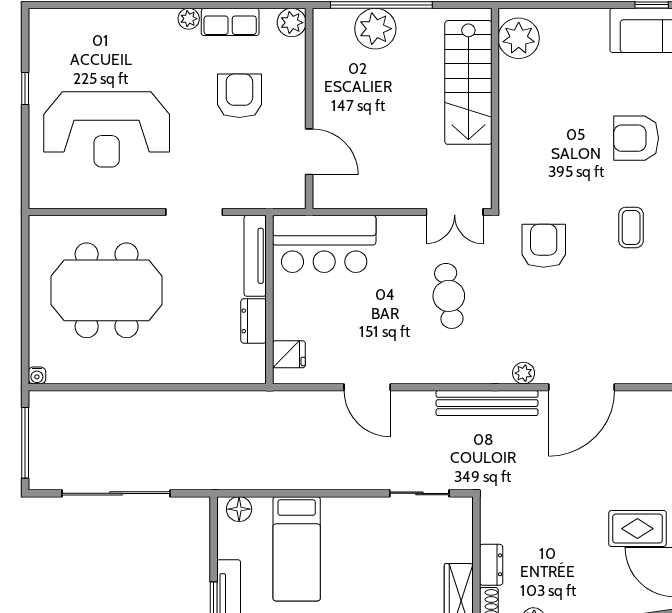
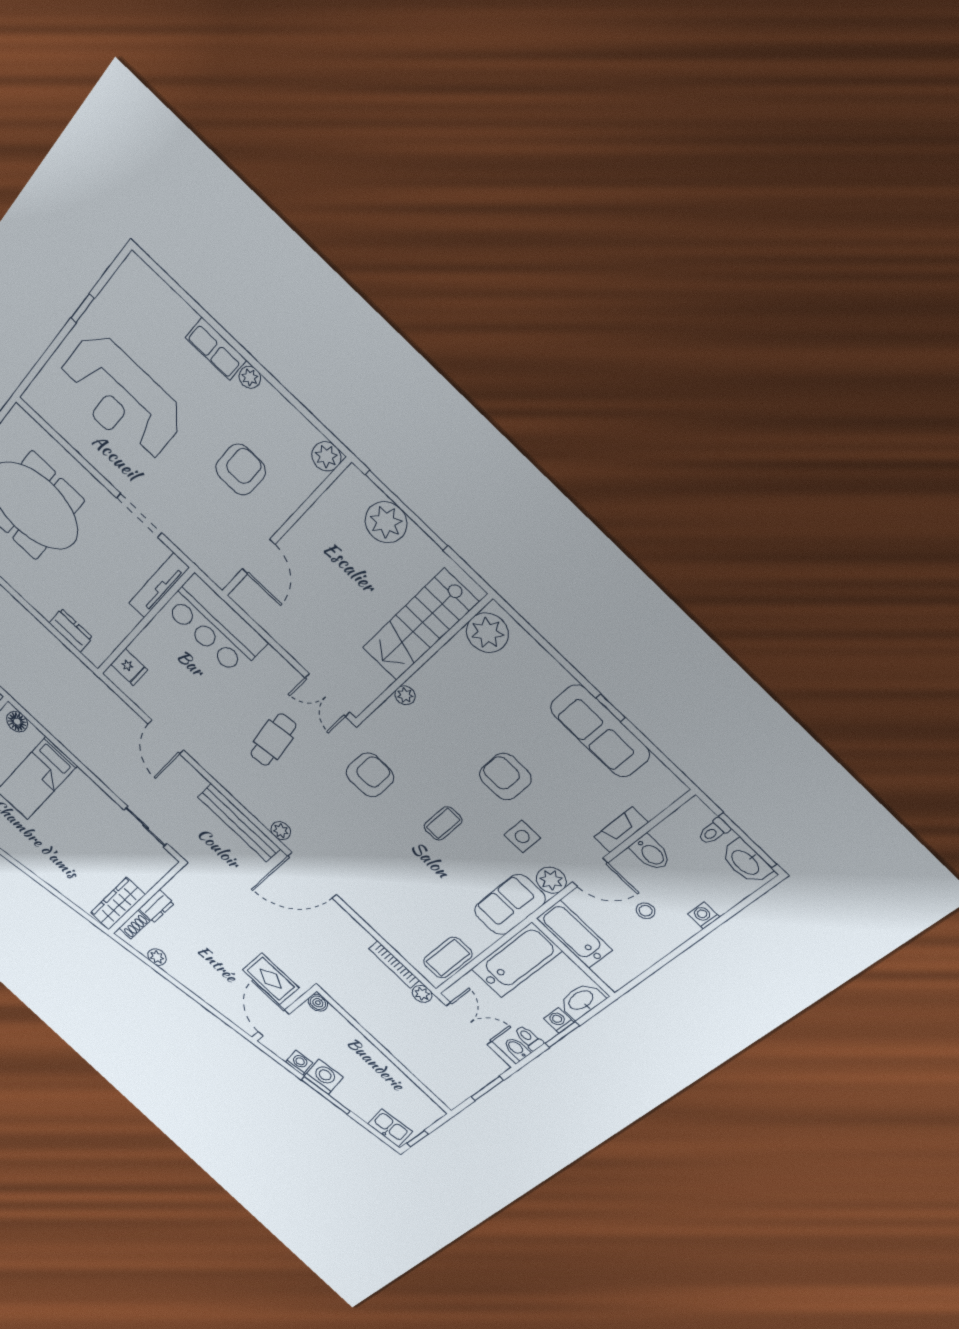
row of seats: (230, 22) -> (216, 349), moved
plant: (508, 150) -> (405, 695), added
dresser: (254, 321) -> (71, 630), moved, turned 90

